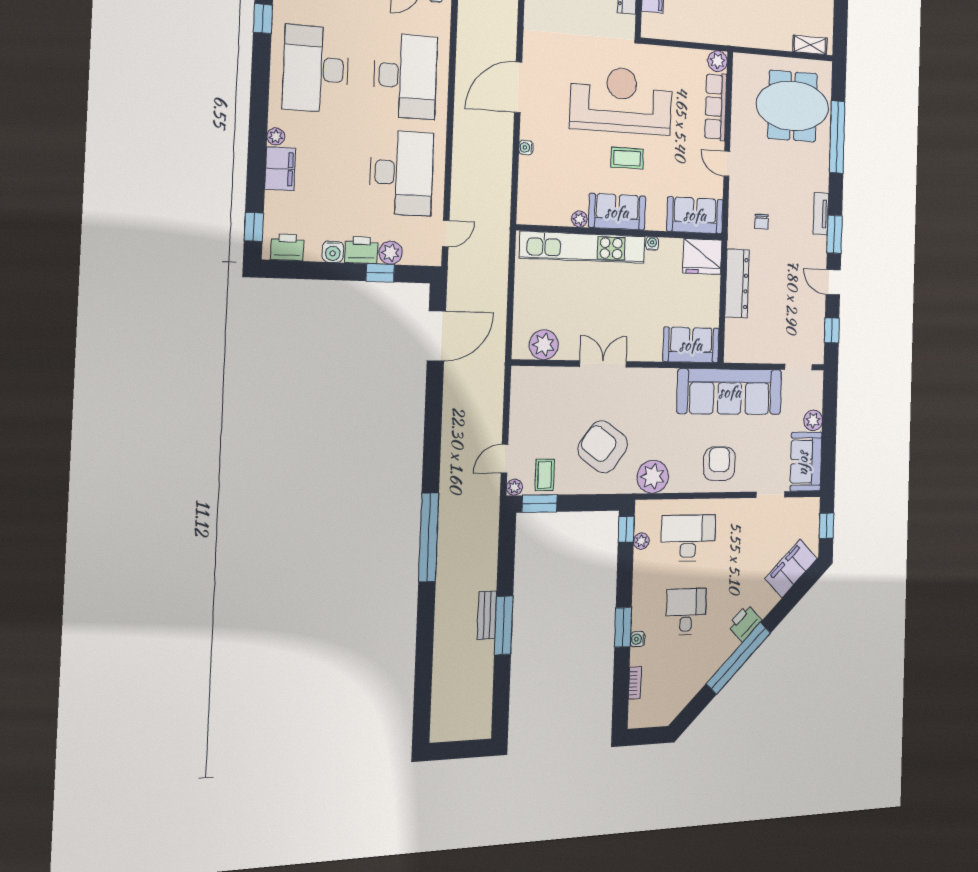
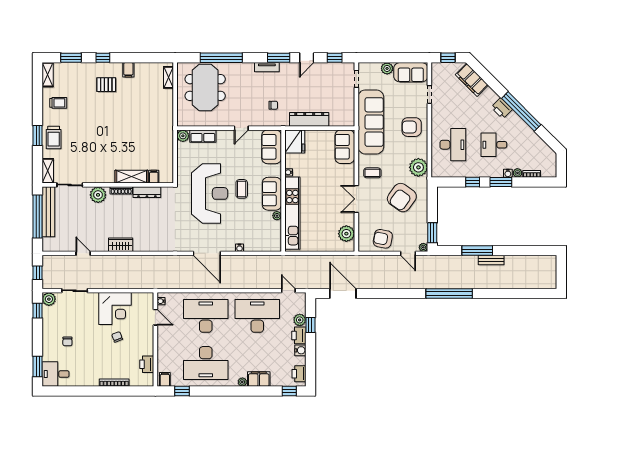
reception desk: (621, 100) -> (210, 193), turned 180
row of seats: (716, 107) -> (203, 136), width x0.68
armchair: (532, 412) -> (383, 239), added
coffee table: (545, 475) -> (372, 173), moved
window: (626, 529) -> (473, 182), moved
desk: (688, 538) -> (453, 145), turned 180
plant: (641, 541) -> (517, 173), moved
window: (504, 625) -> (477, 251), moved

